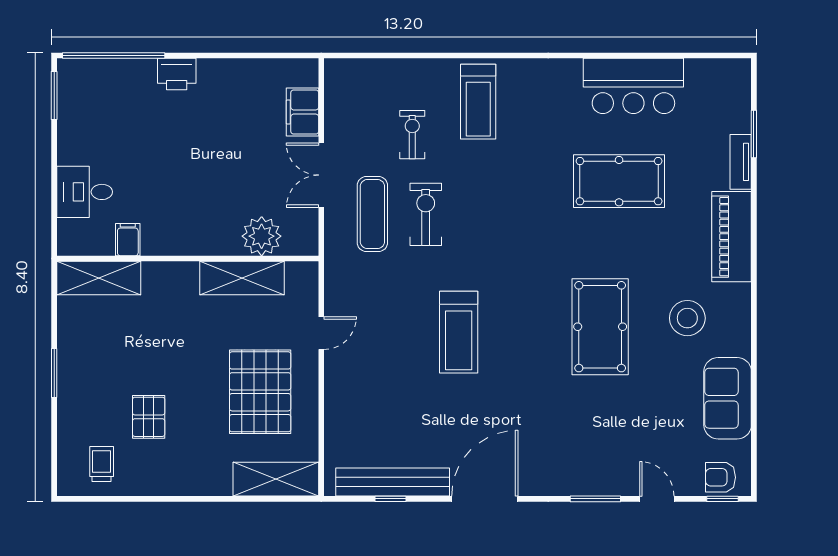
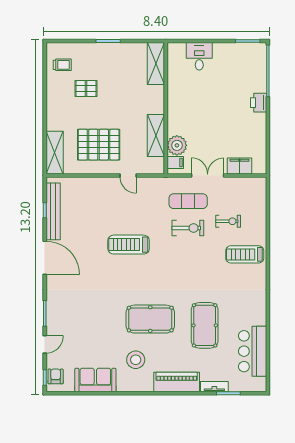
bar counter: (633, 86) -> (253, 351), moved
filing cabinet: (128, 240) -> (175, 162), moved
pool table: (600, 327) -> (150, 319), moved

